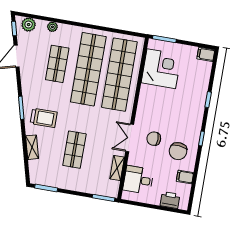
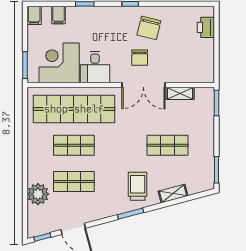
plant: (29, 25) -> (35, 222), removed
plant: (52, 27) -> (38, 194), width x1.88, depth x1.88
shop shelf: (88, 69) -> (74, 145), width x0.50, depth x0.74
double door: (130, 138) -> (143, 85), width x1.37
chair: (178, 151) -> (149, 28), turned 99
filing cabinet: (185, 177) -> (59, 15), moved
desk: (138, 180) -> (95, 67), moved

